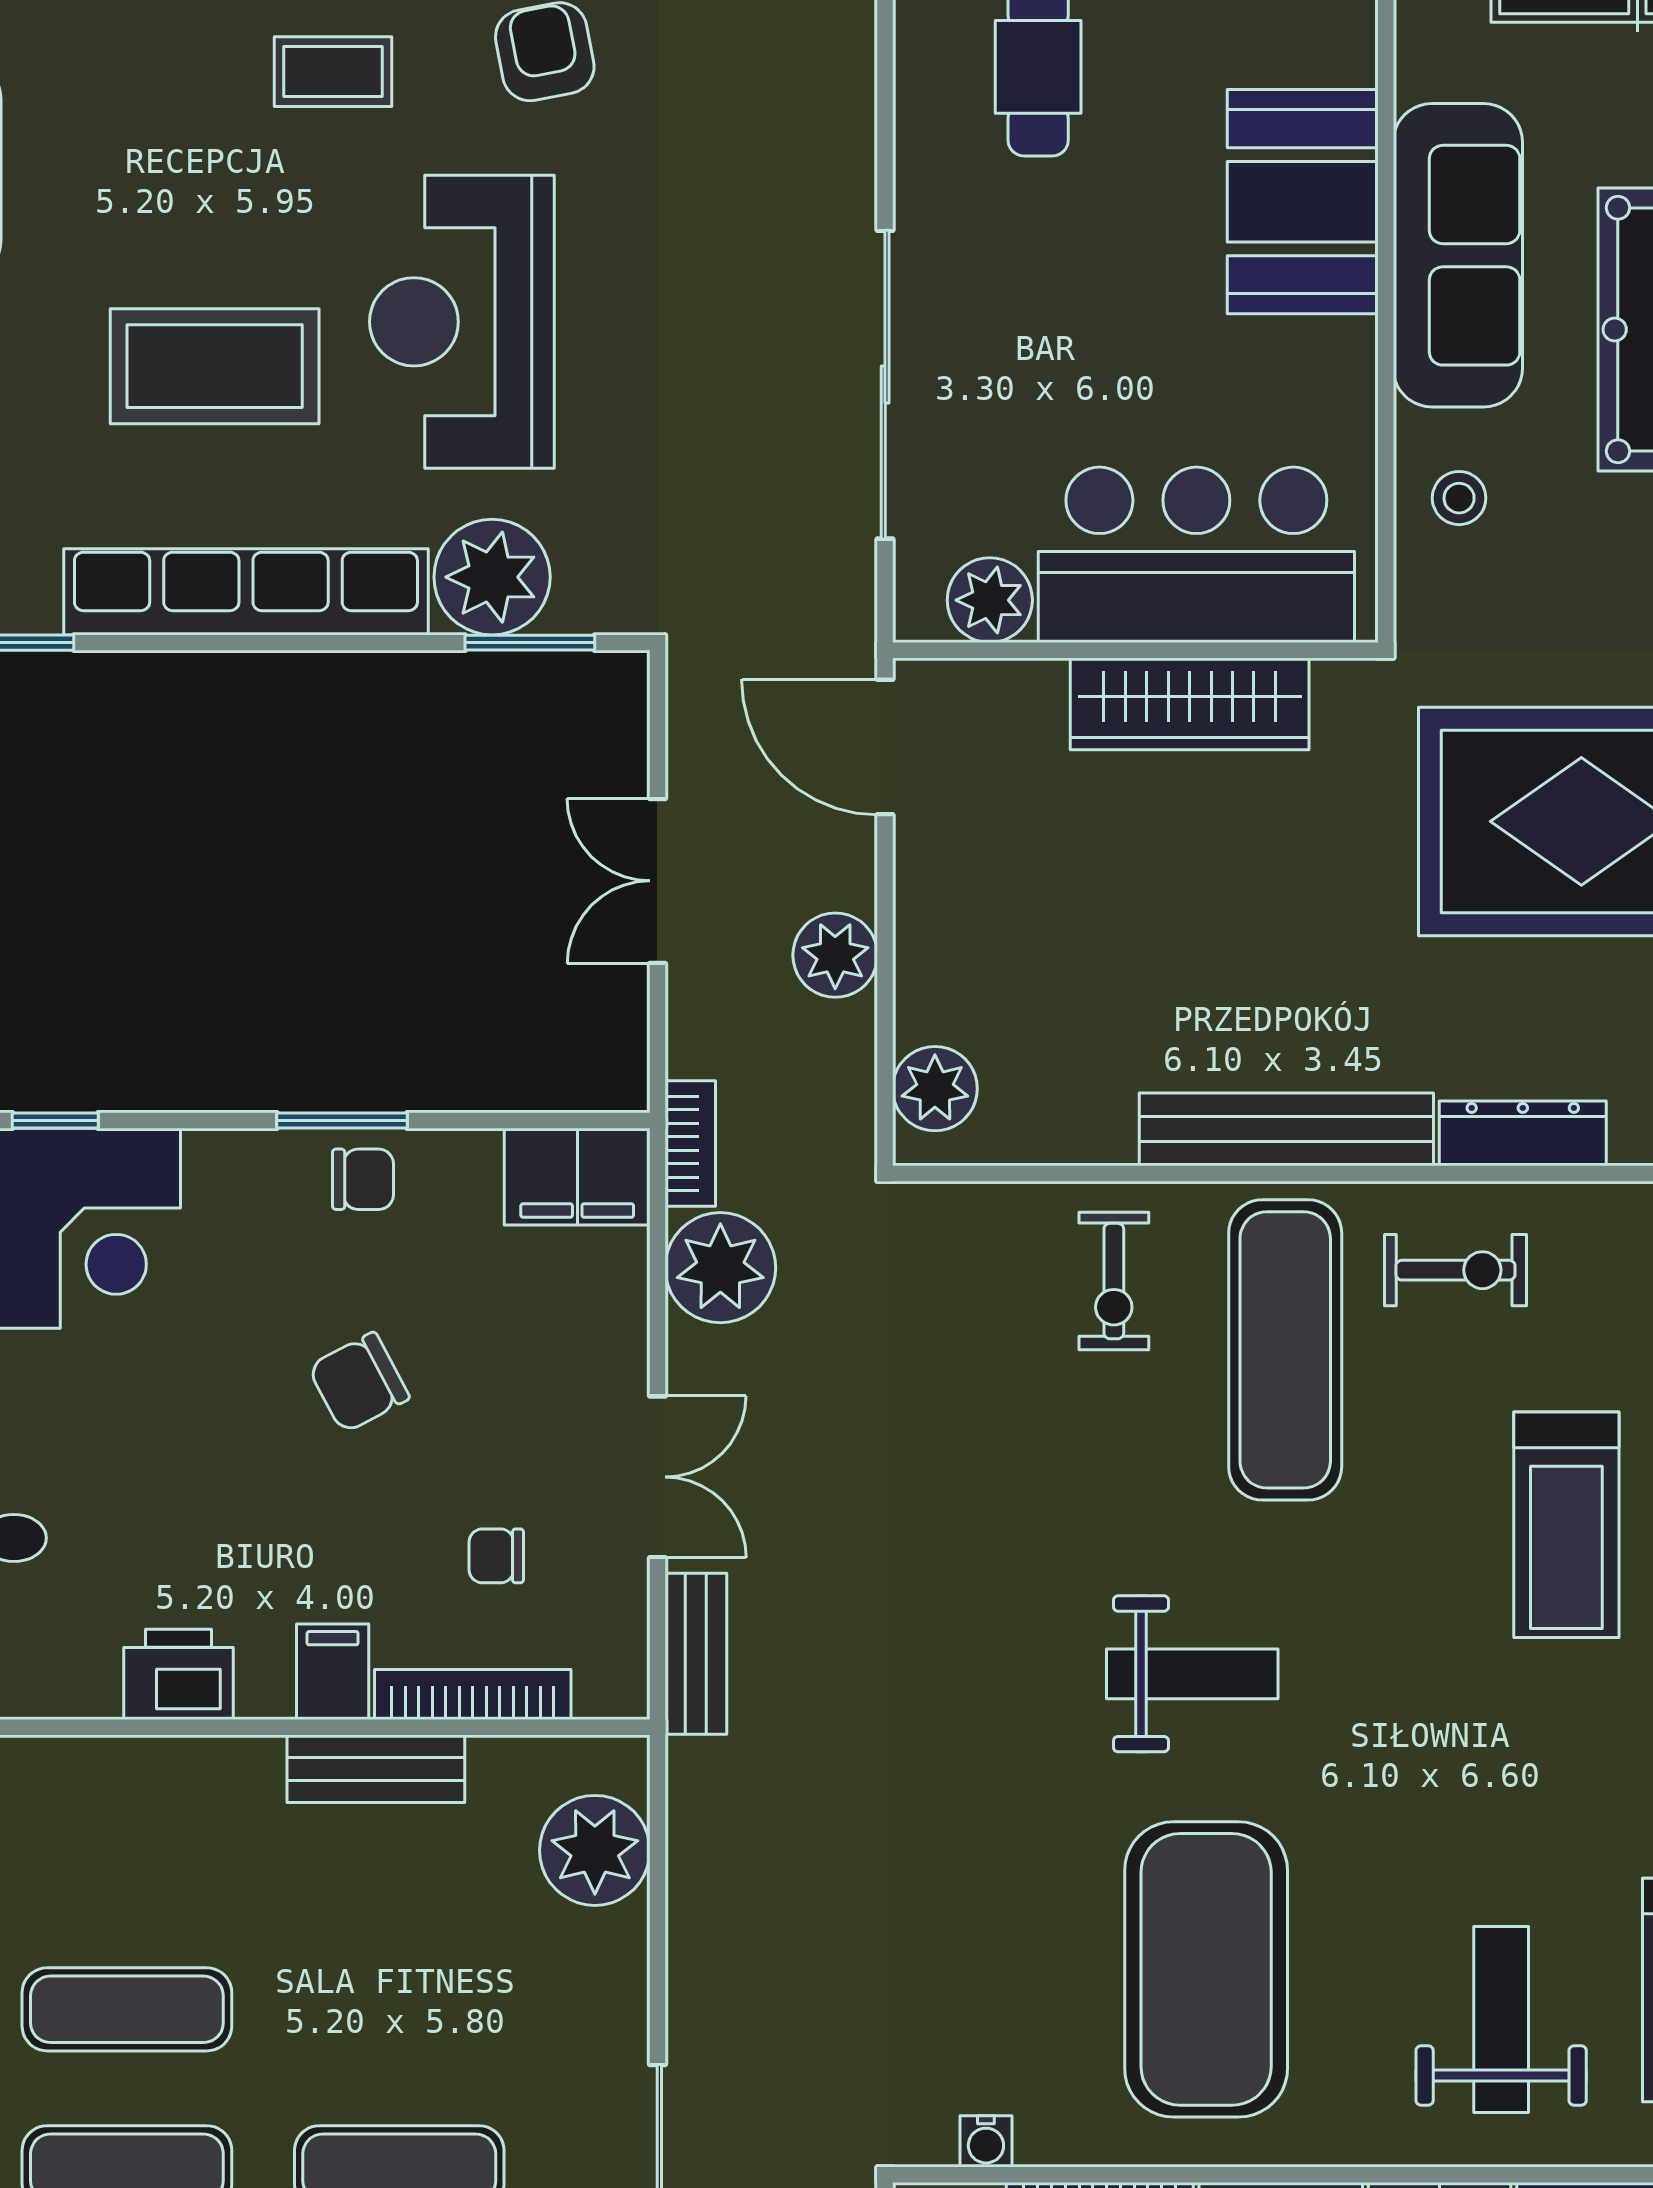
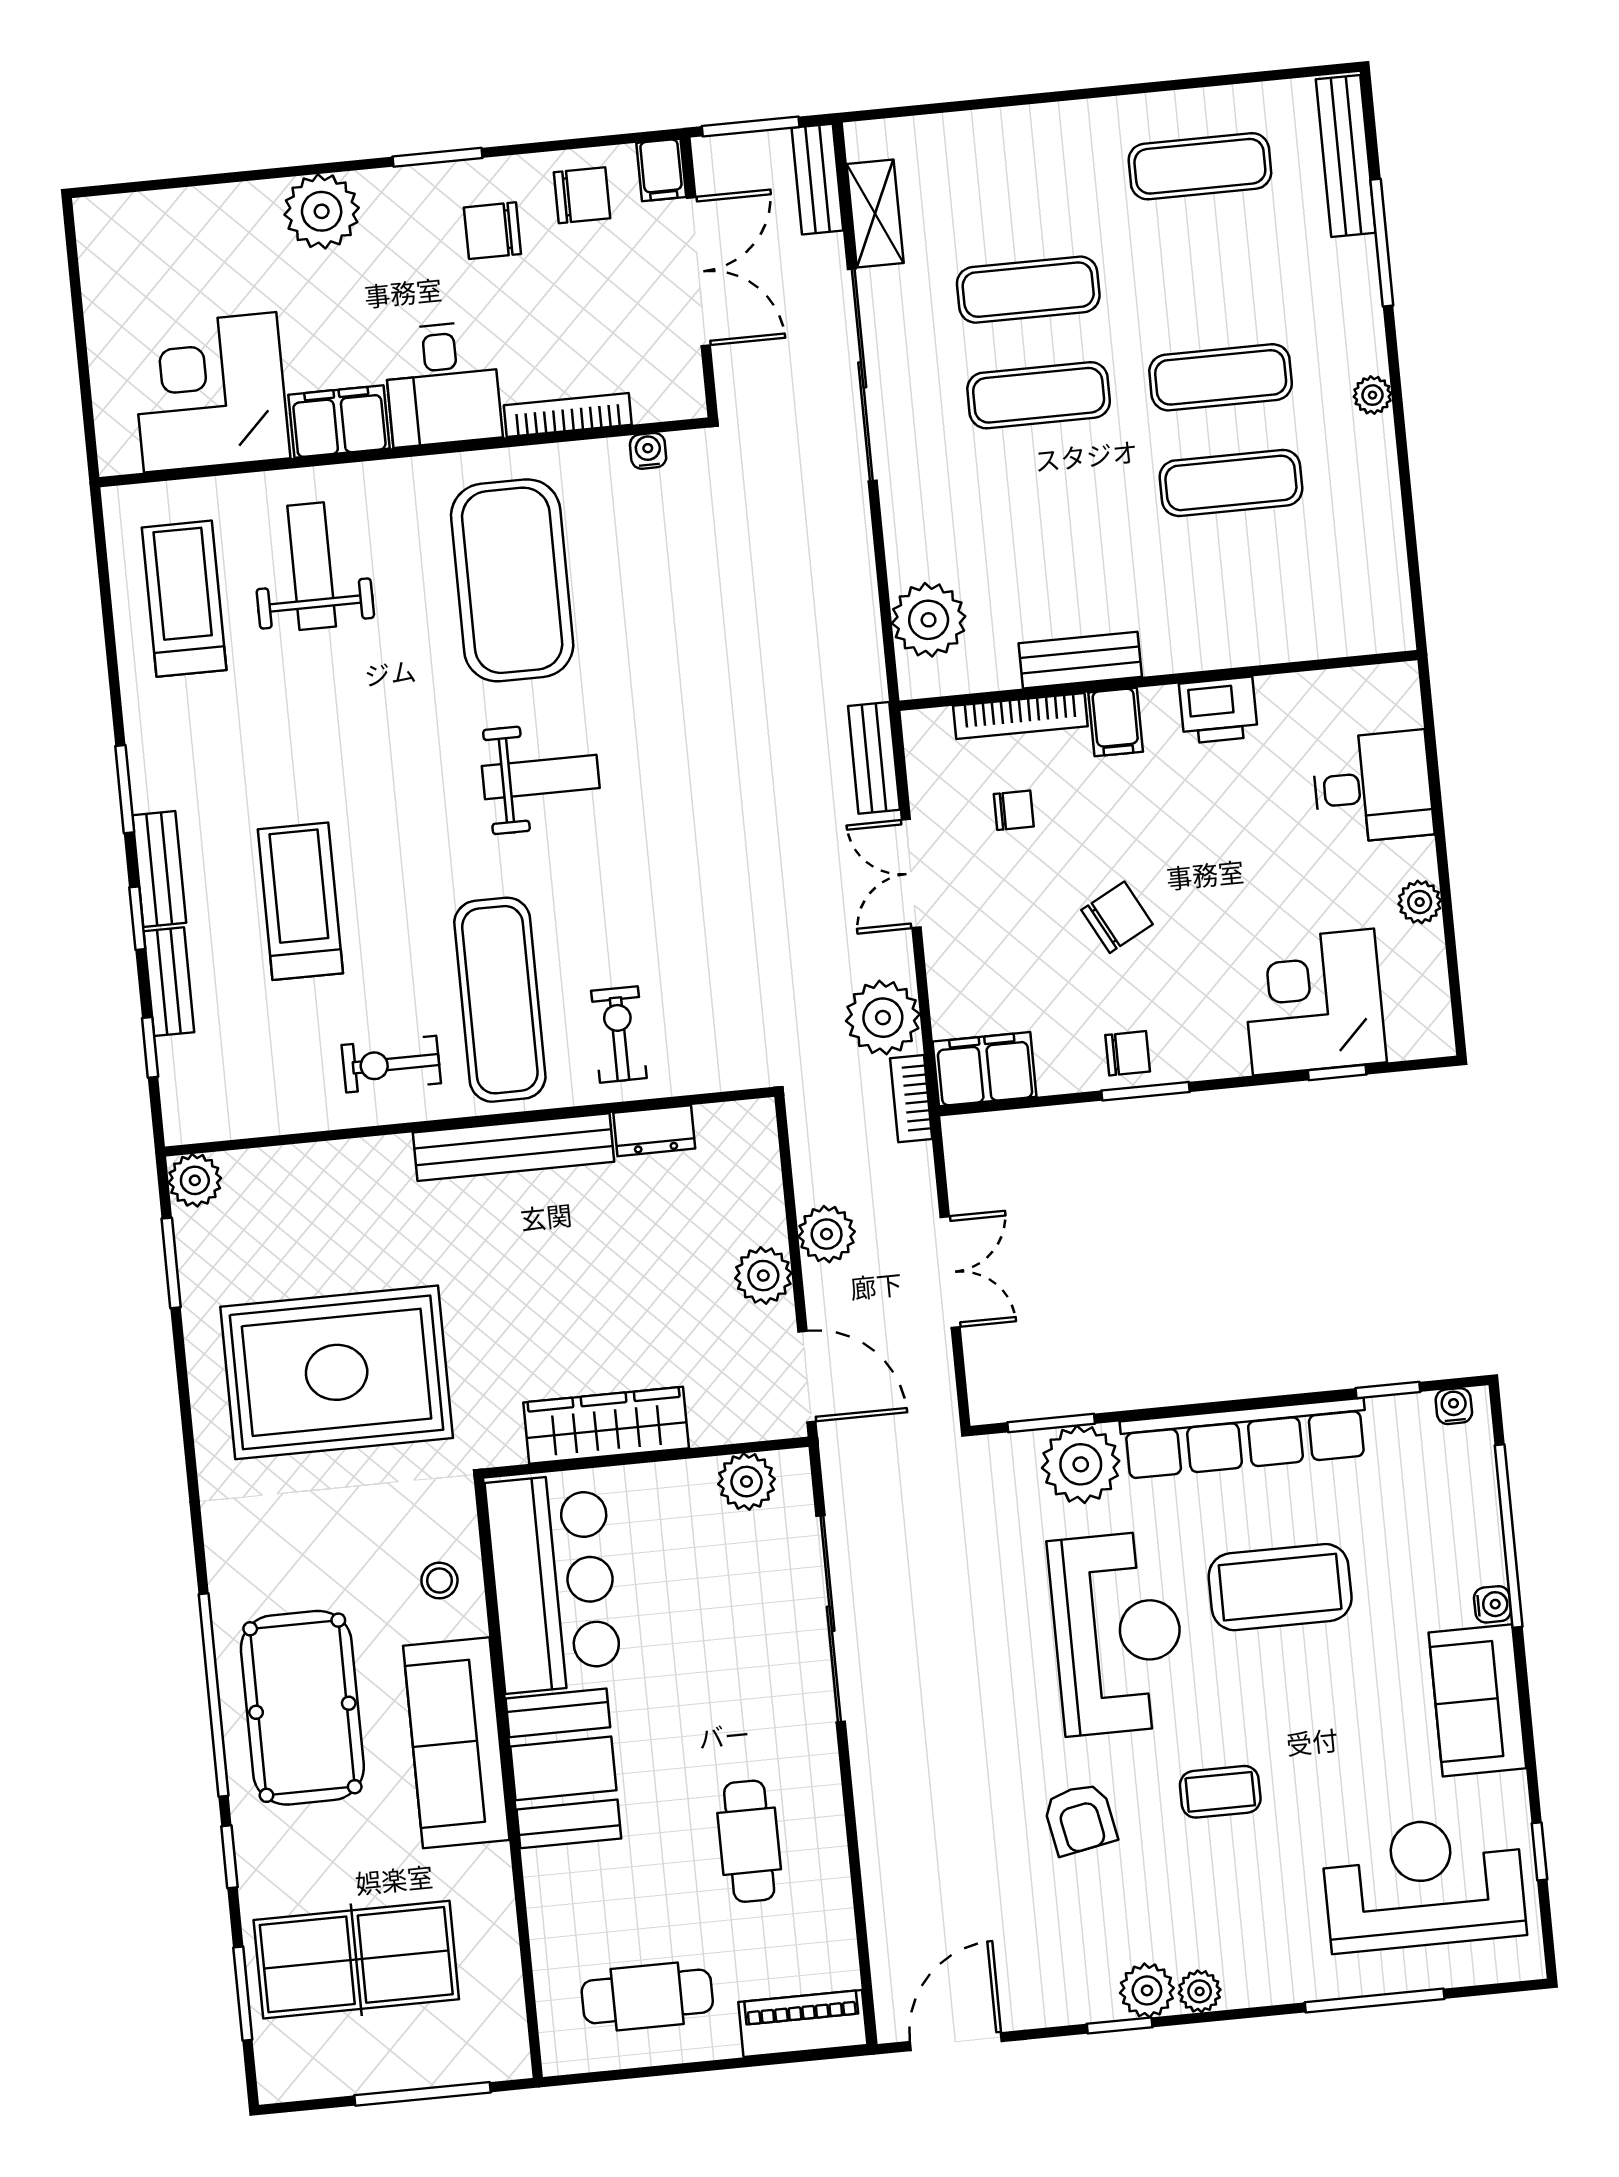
bar counter: (1196, 555) -> (554, 1583), moved, turned -90
plant: (935, 1089) -> (763, 1276), moved
dresser: (1523, 1133) -> (654, 1131), moved, width x0.70
chair: (363, 1179) -> (1128, 1053), turned 180
weight bench: (1192, 1674) -> (541, 777), turned 180
weight bench: (1501, 2020) -> (312, 566), turned 180

